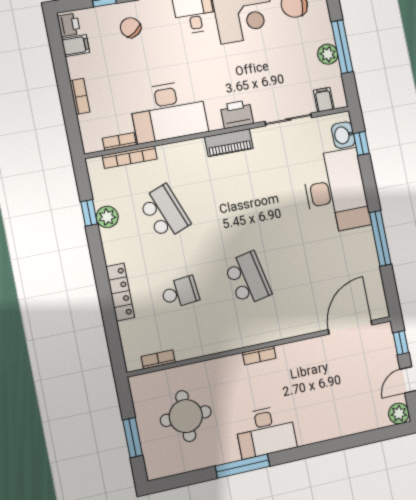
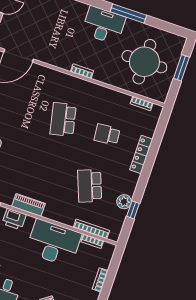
round table: (186, 416) -> (144, 62), width x1.36, depth x1.36

